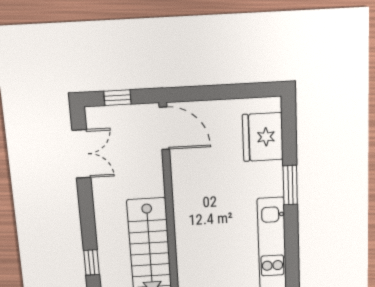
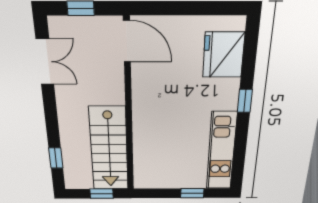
window: (290, 185) -> (245, 101), width x0.67

